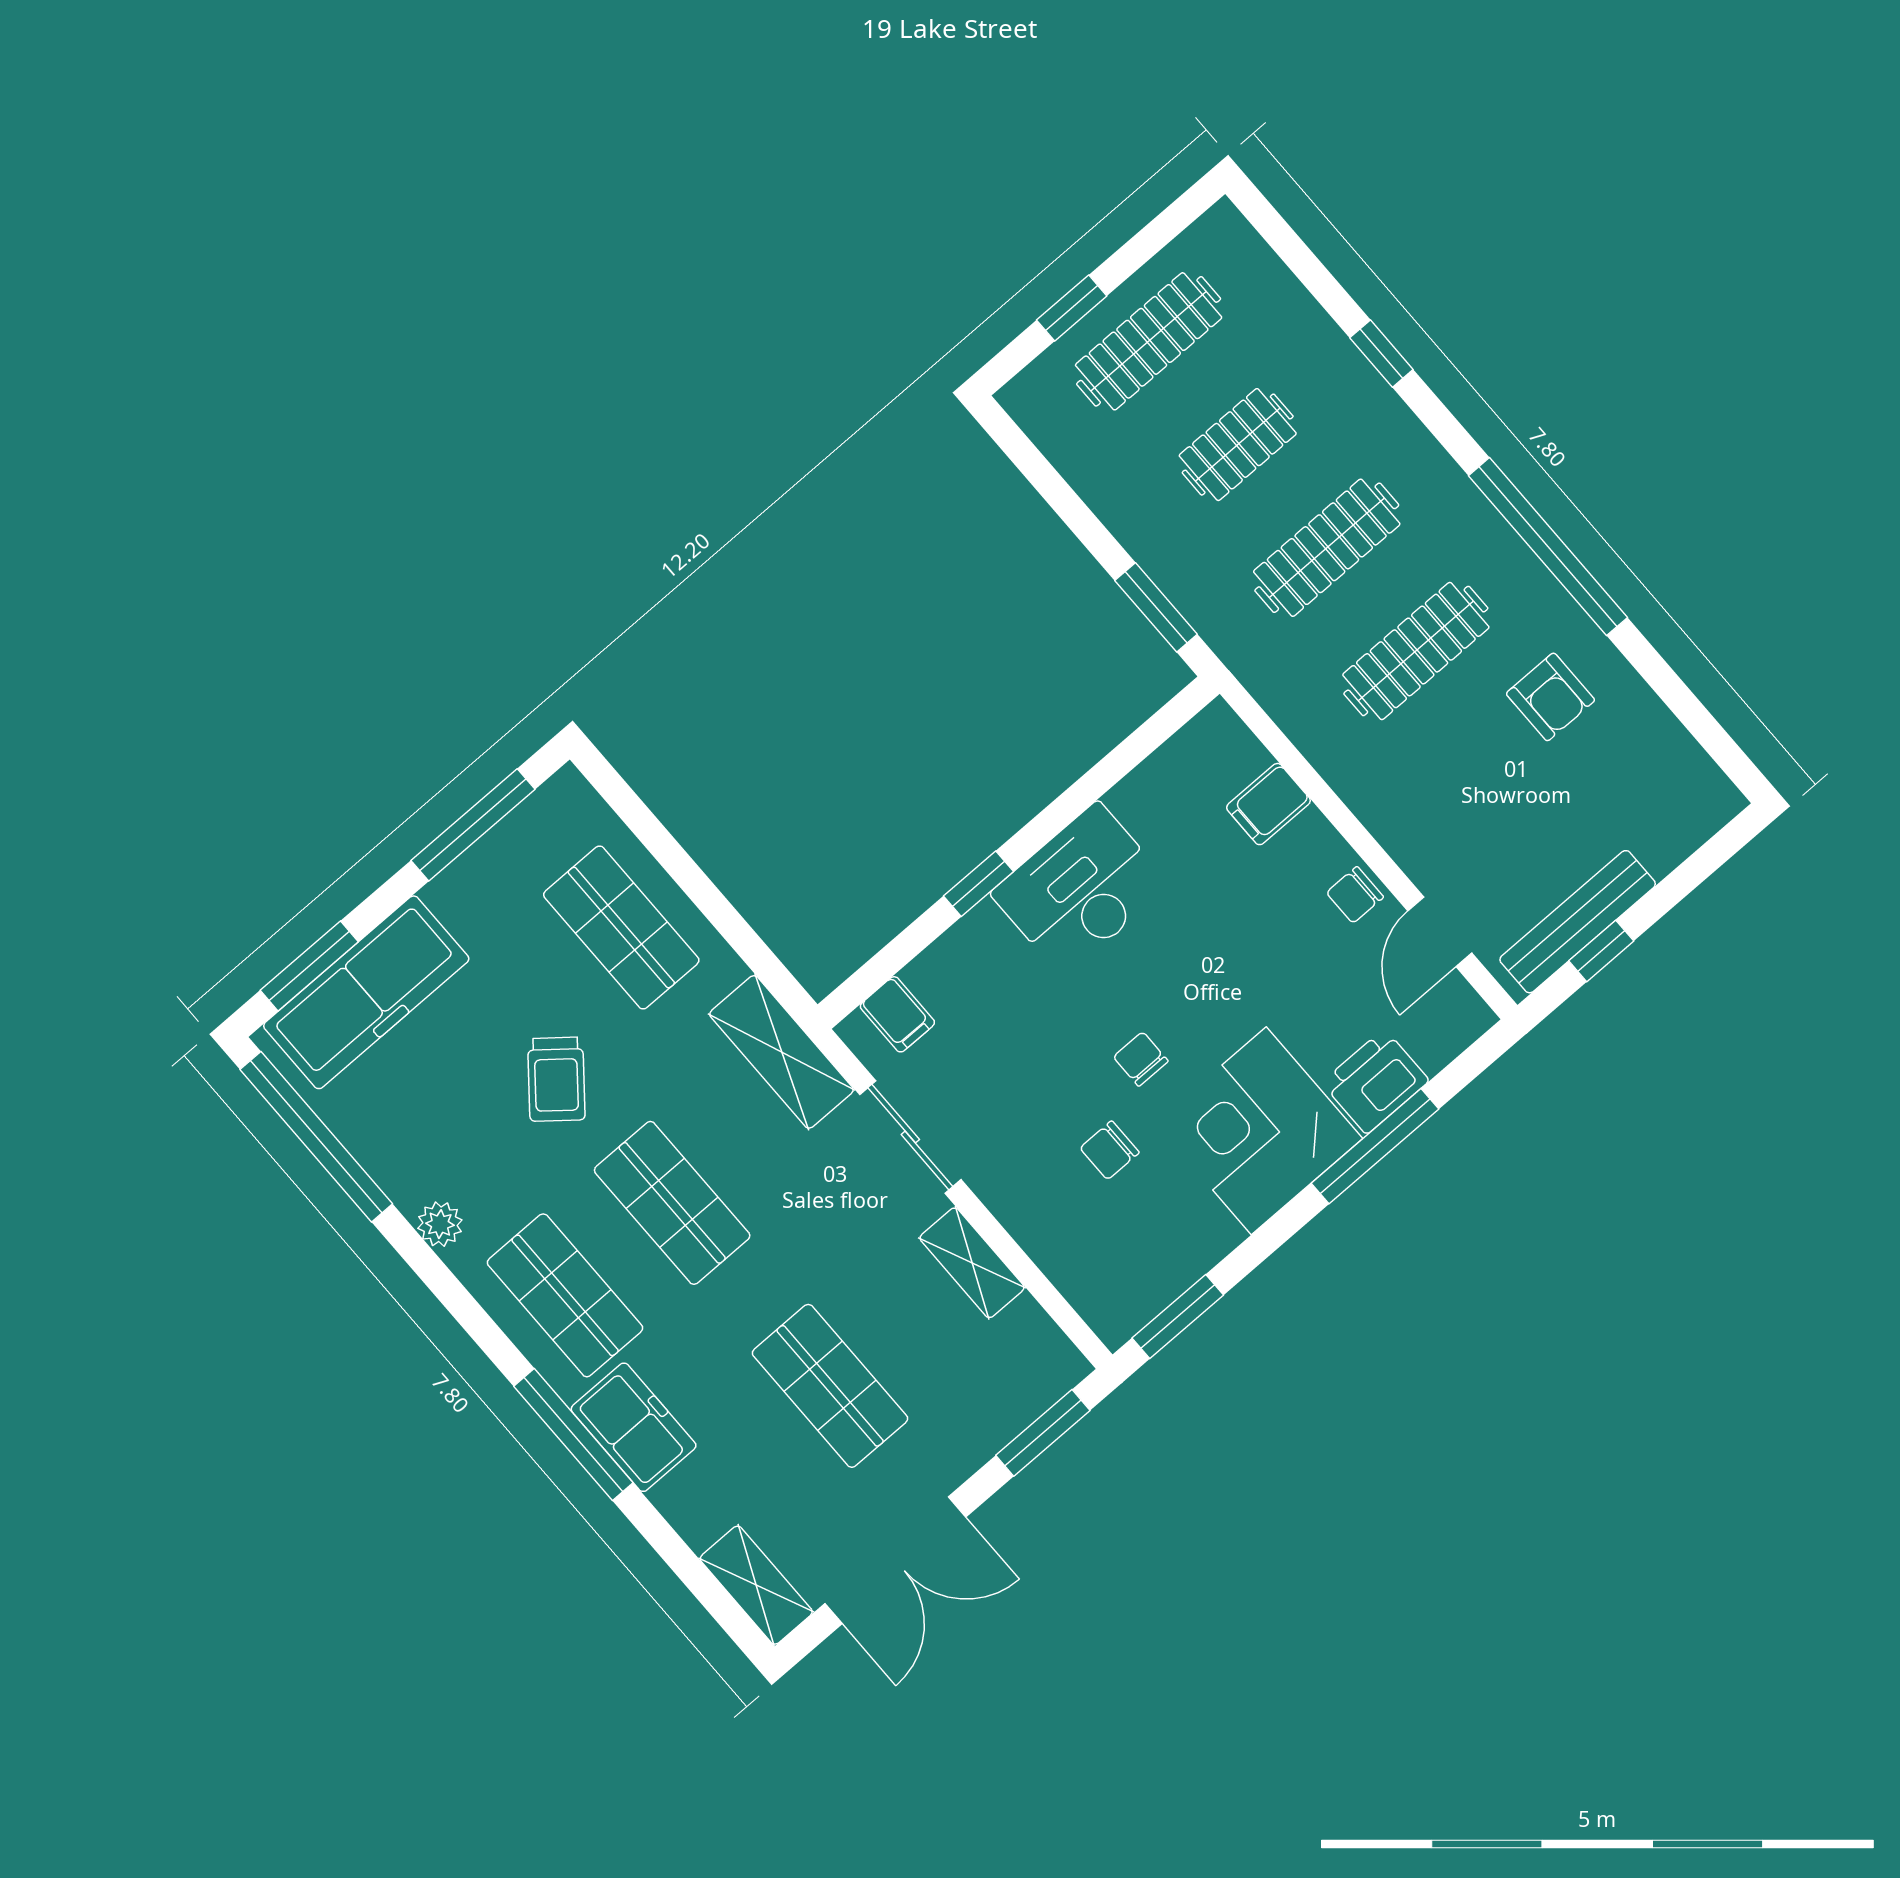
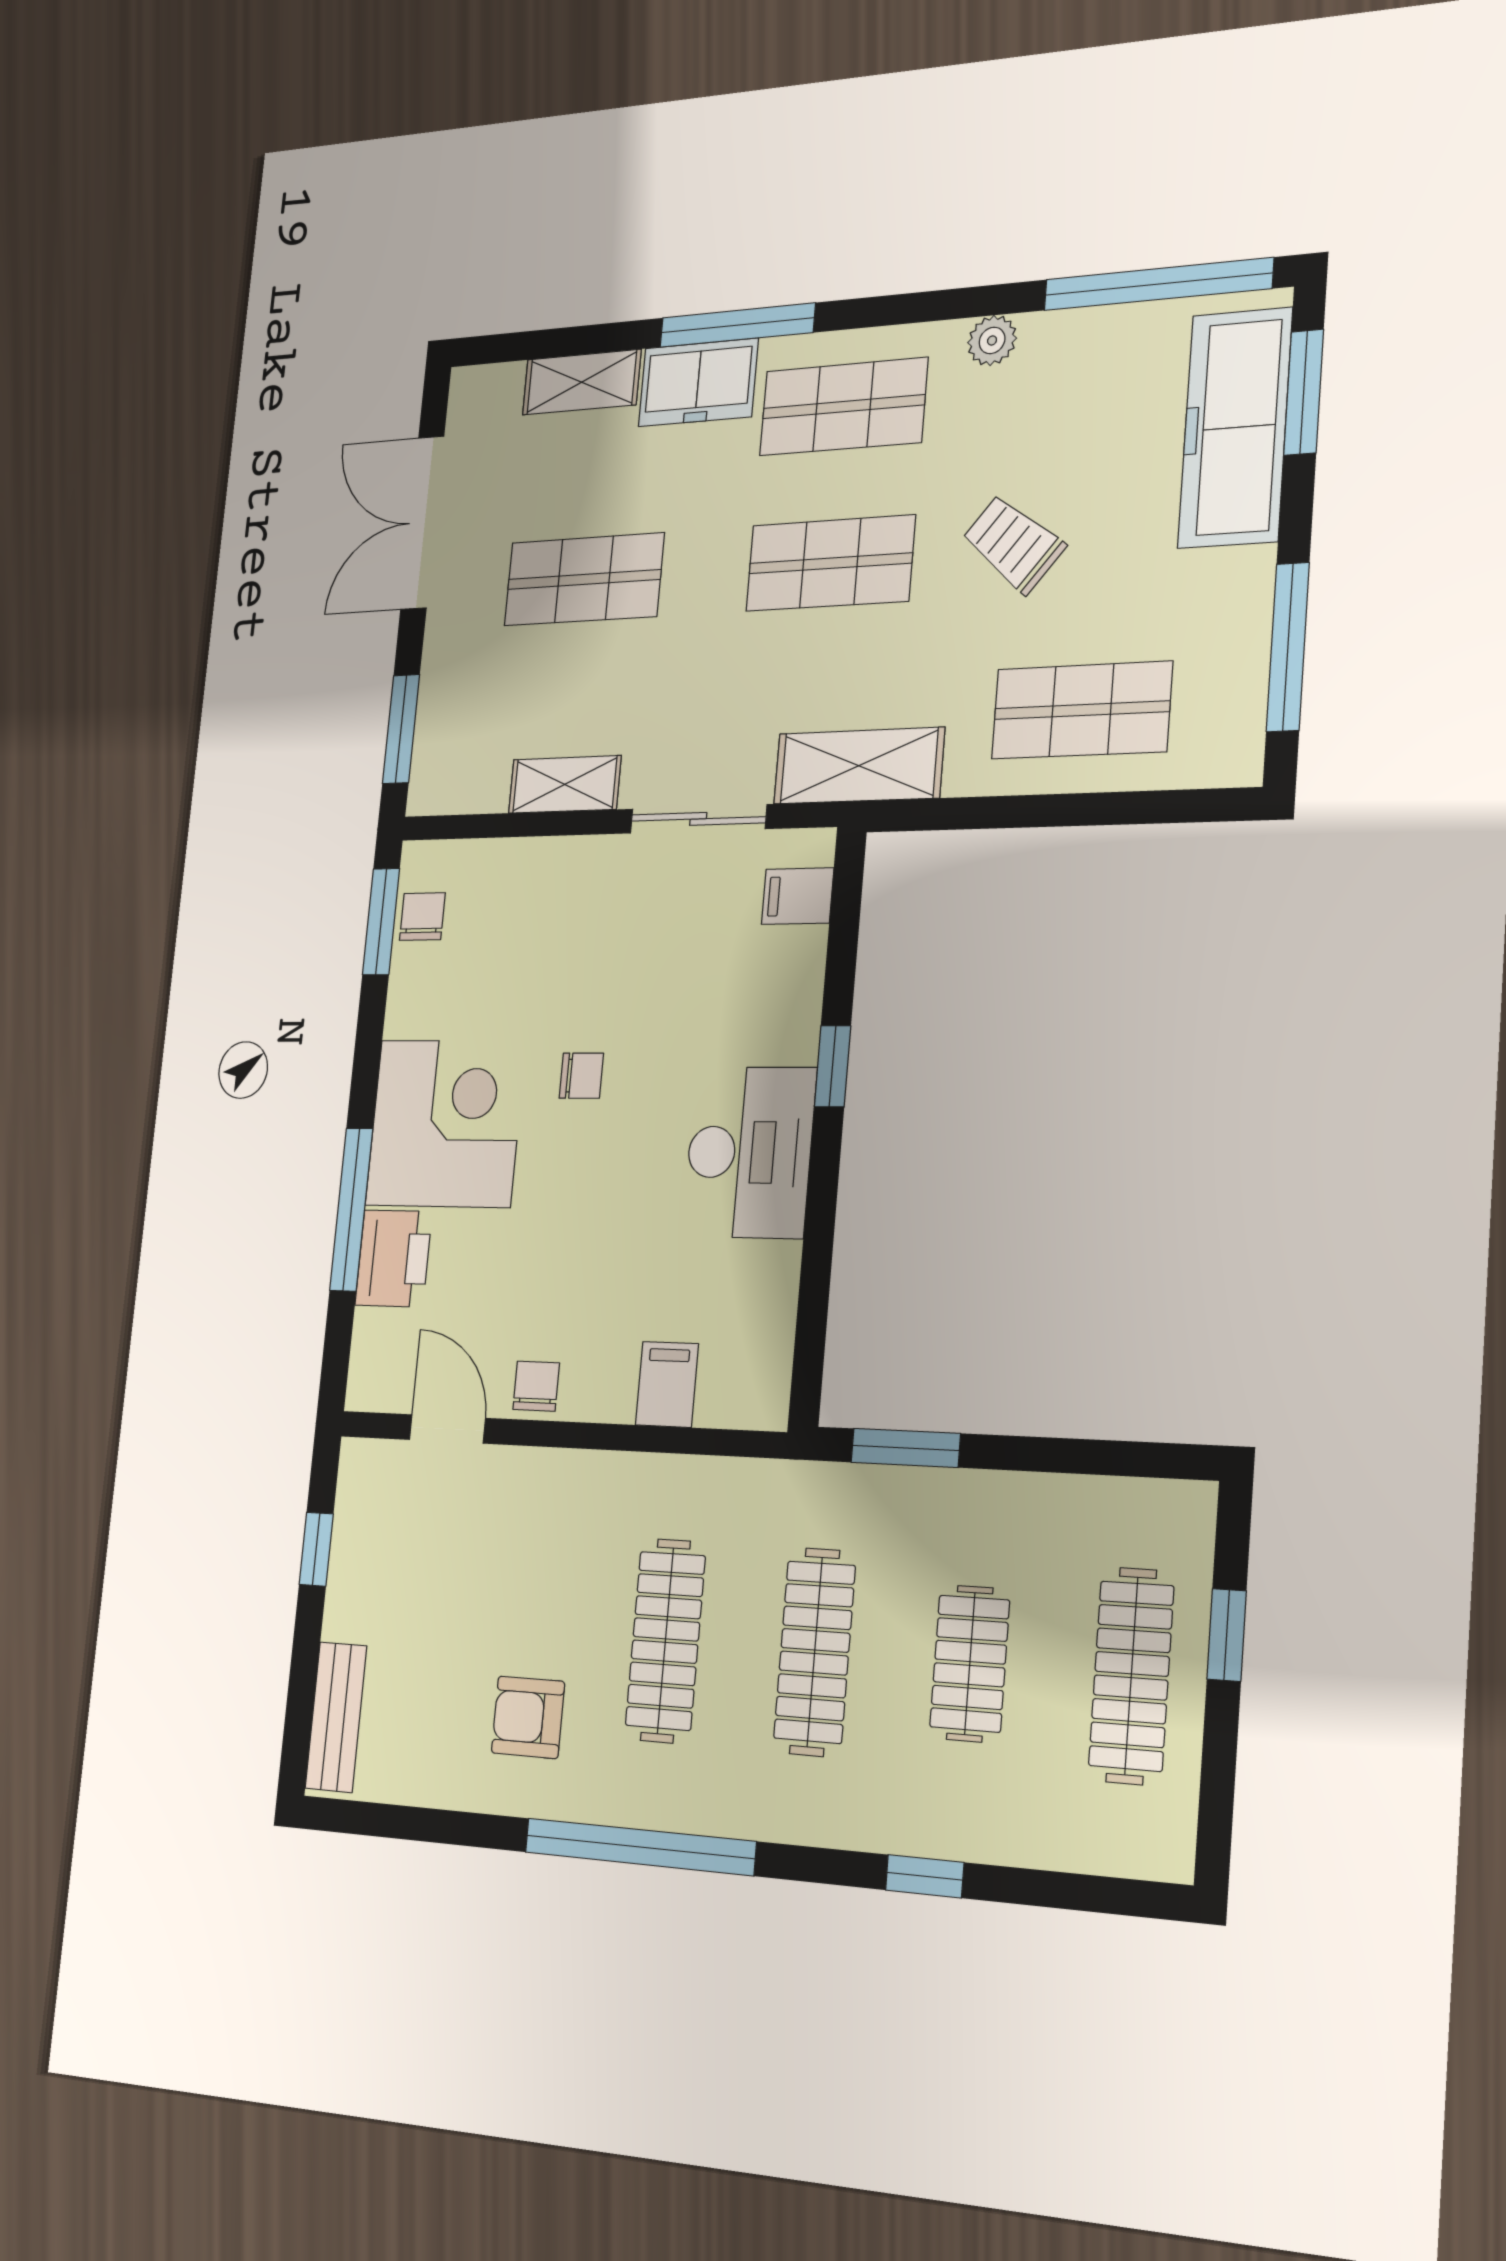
bench: (1578, 922) -> (336, 1717), moved, width x0.73
chair: (1110, 1150) -> (422, 916), moved
shelving: (756, 1585) -> (582, 382), moved

